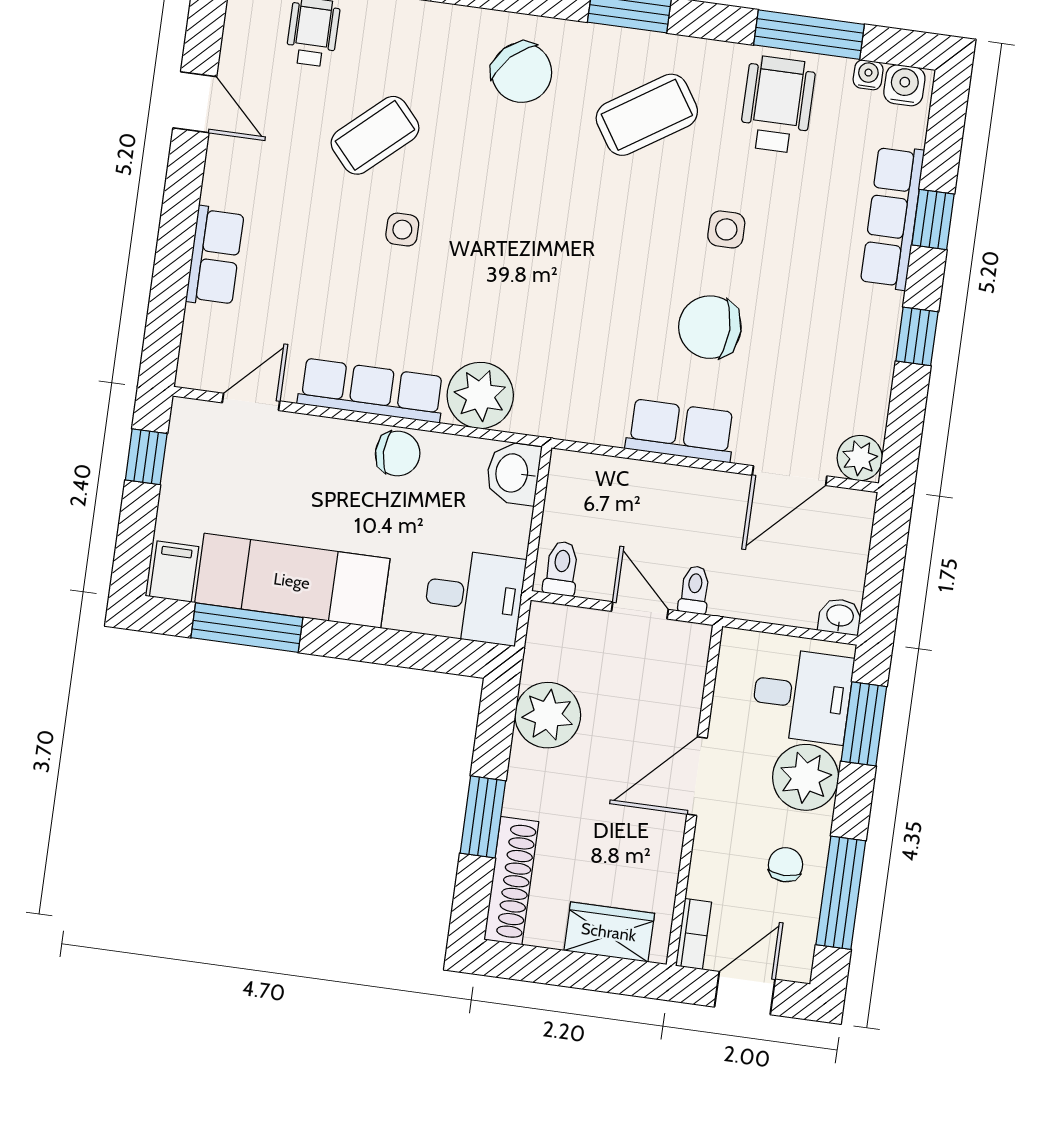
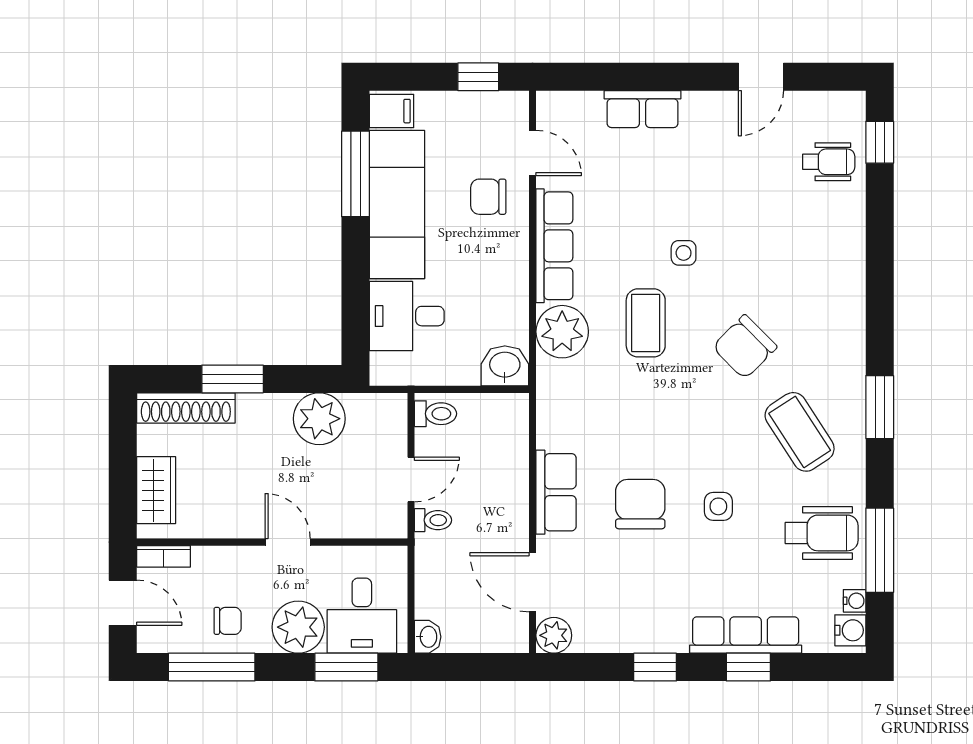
chair: (522, 72) -> (745, 347), moved
coffee table: (375, 135) -> (646, 323), moved, turned 42
chair: (398, 453) -> (488, 197), moved, turned 90
desk: (474, 597) -> (407, 316), moved, turned 90
door: (697, 776) -> (288, 542), width x0.73

